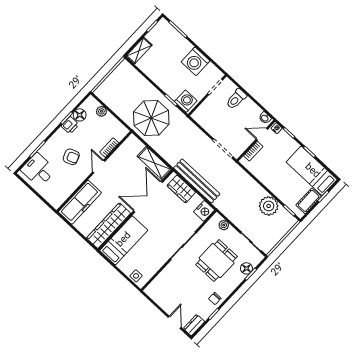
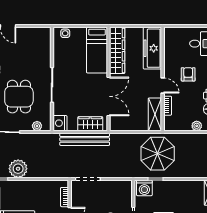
armchair: (71, 157) -> (188, 74), turned 111
shelving: (154, 163) -> (155, 114), moved, turned 90

